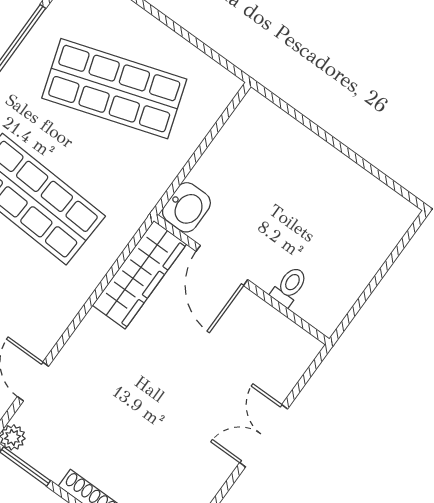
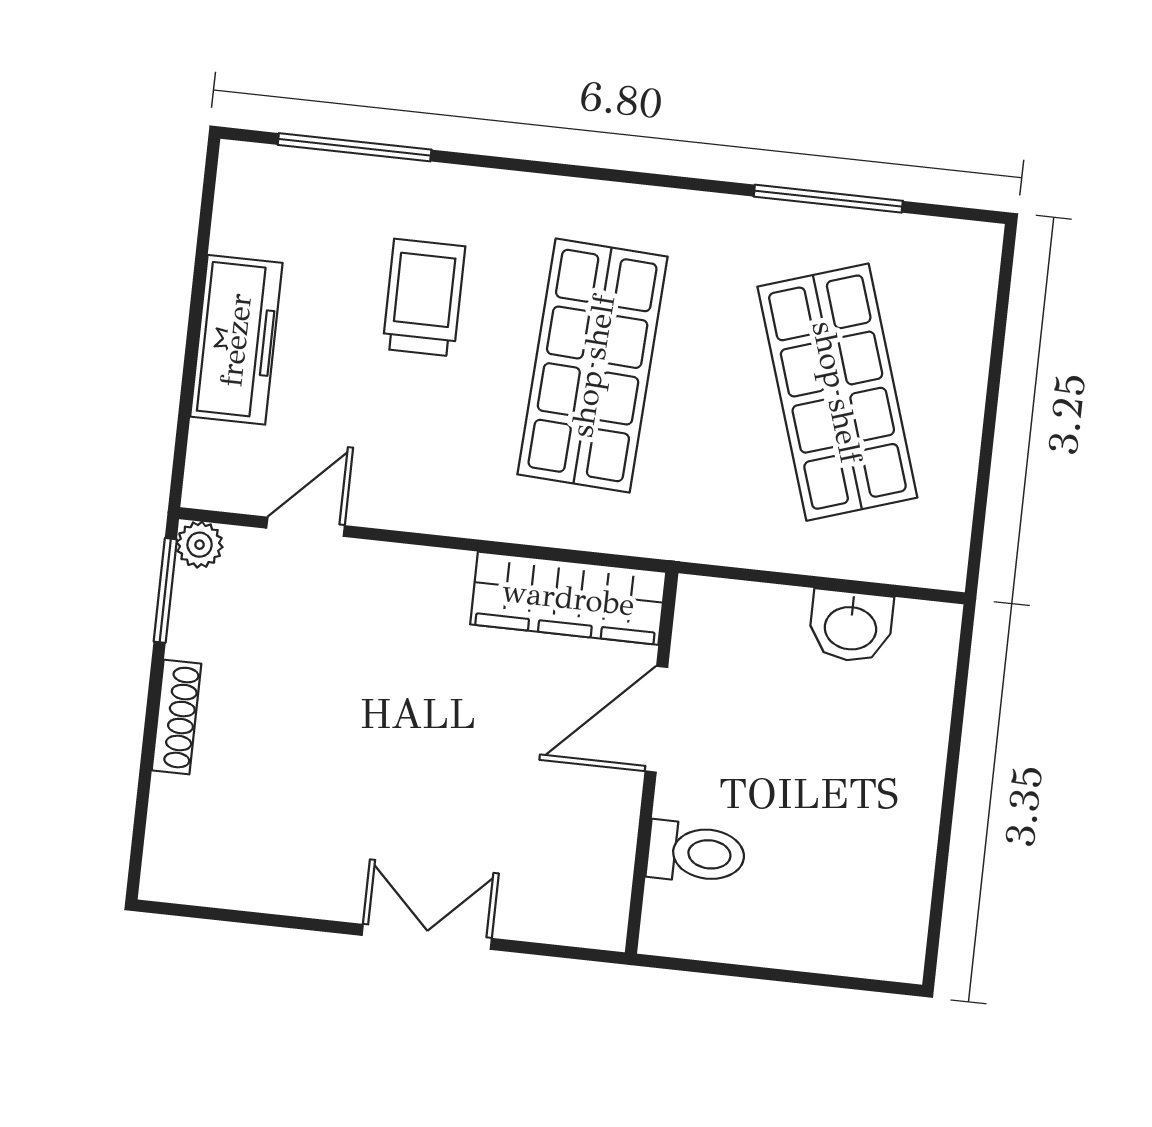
washbasin: (186, 207) -> (851, 626), moved
toilet: (289, 286) -> (696, 853), width x1.37, depth x1.39

